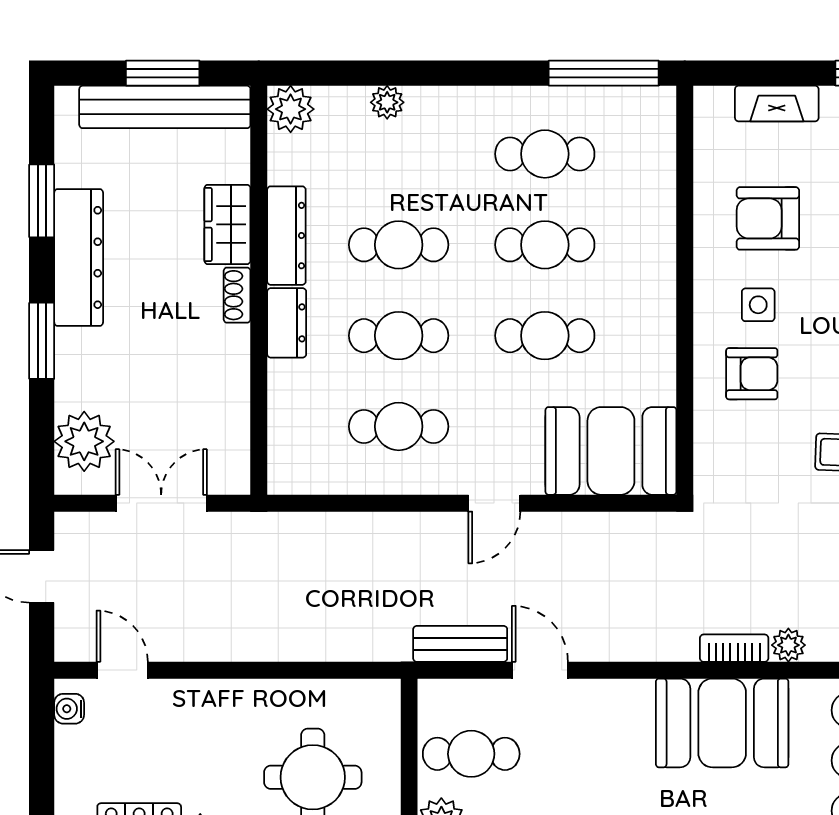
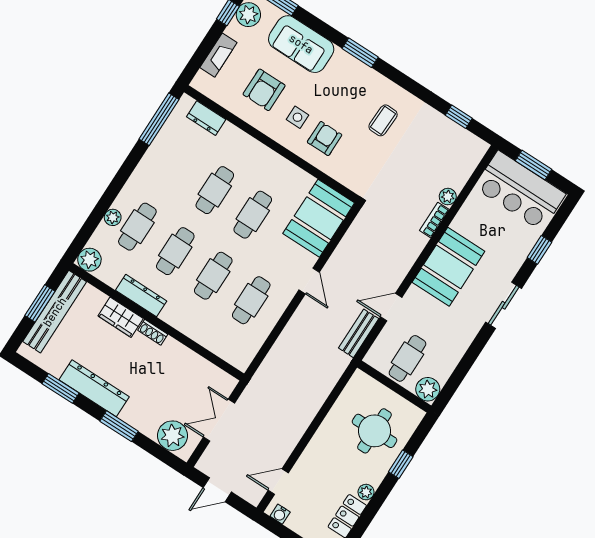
cafe table: (545, 154) -> (137, 227), moved
dresser: (287, 323) -> (206, 118), moved, turned 180
booth: (722, 723) -> (448, 267), moved

